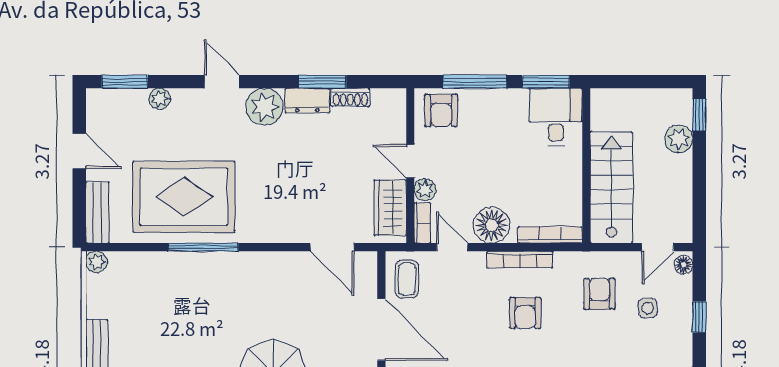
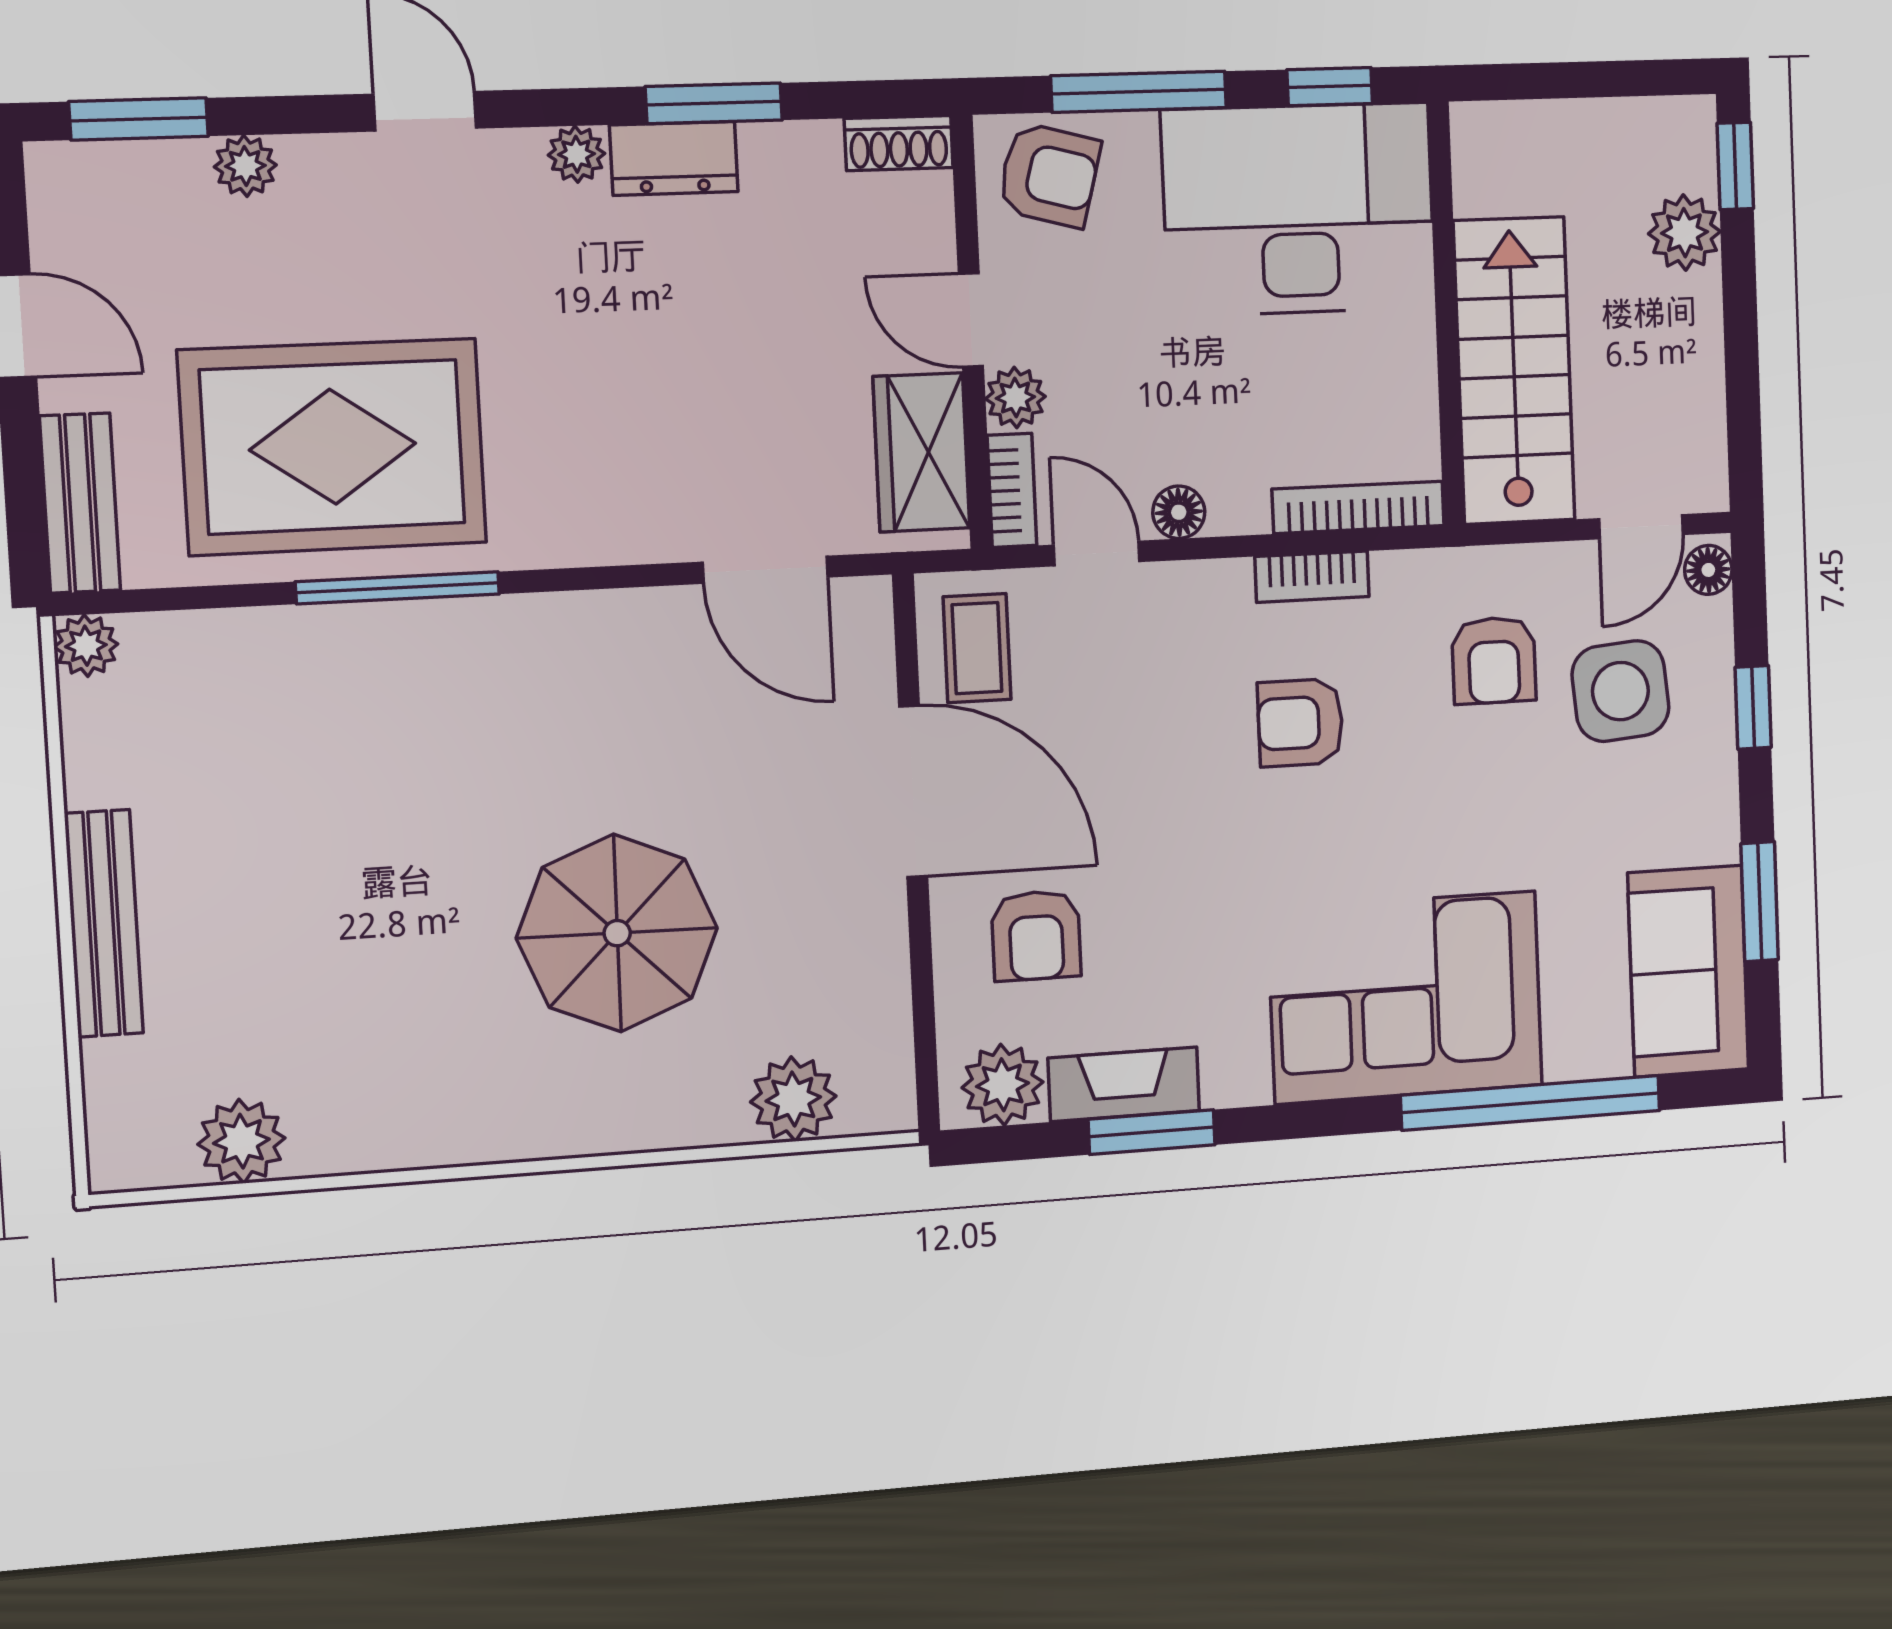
window: (546, 82) -> (1330, 87), width x0.67
shoe rack: (350, 97) -> (899, 143), moved
plant: (265, 107) -> (576, 154), width x0.53, depth x0.53
armchair: (441, 110) -> (1049, 175), turned -75
desk: (556, 117) -> (1299, 209), width x1.87, depth x1.30
floor lamp: (492, 225) -> (1179, 512), width x0.53, depth x0.53
bookcase: (520, 260) -> (1312, 577), width x0.64
armchair: (599, 294) -> (1494, 660), turned 180
side table: (648, 308) -> (1620, 691), width x1.87, depth x1.87
armchair: (525, 313) -> (1300, 723), turned 90

